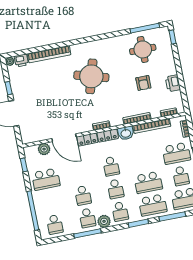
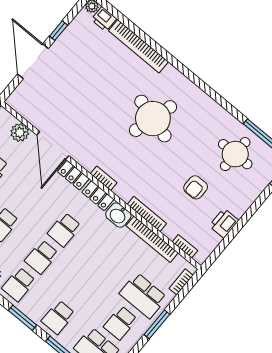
school desk: (148, 182) -> (81, 290), removed
school desk: (153, 205) -> (58, 317), width x0.54

